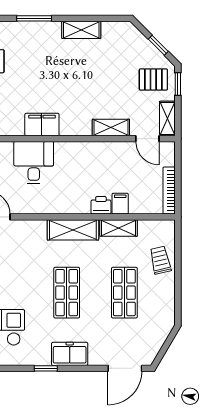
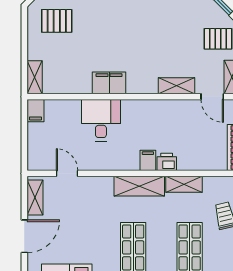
filing cabinet: (120, 204) -> (148, 160), moved

